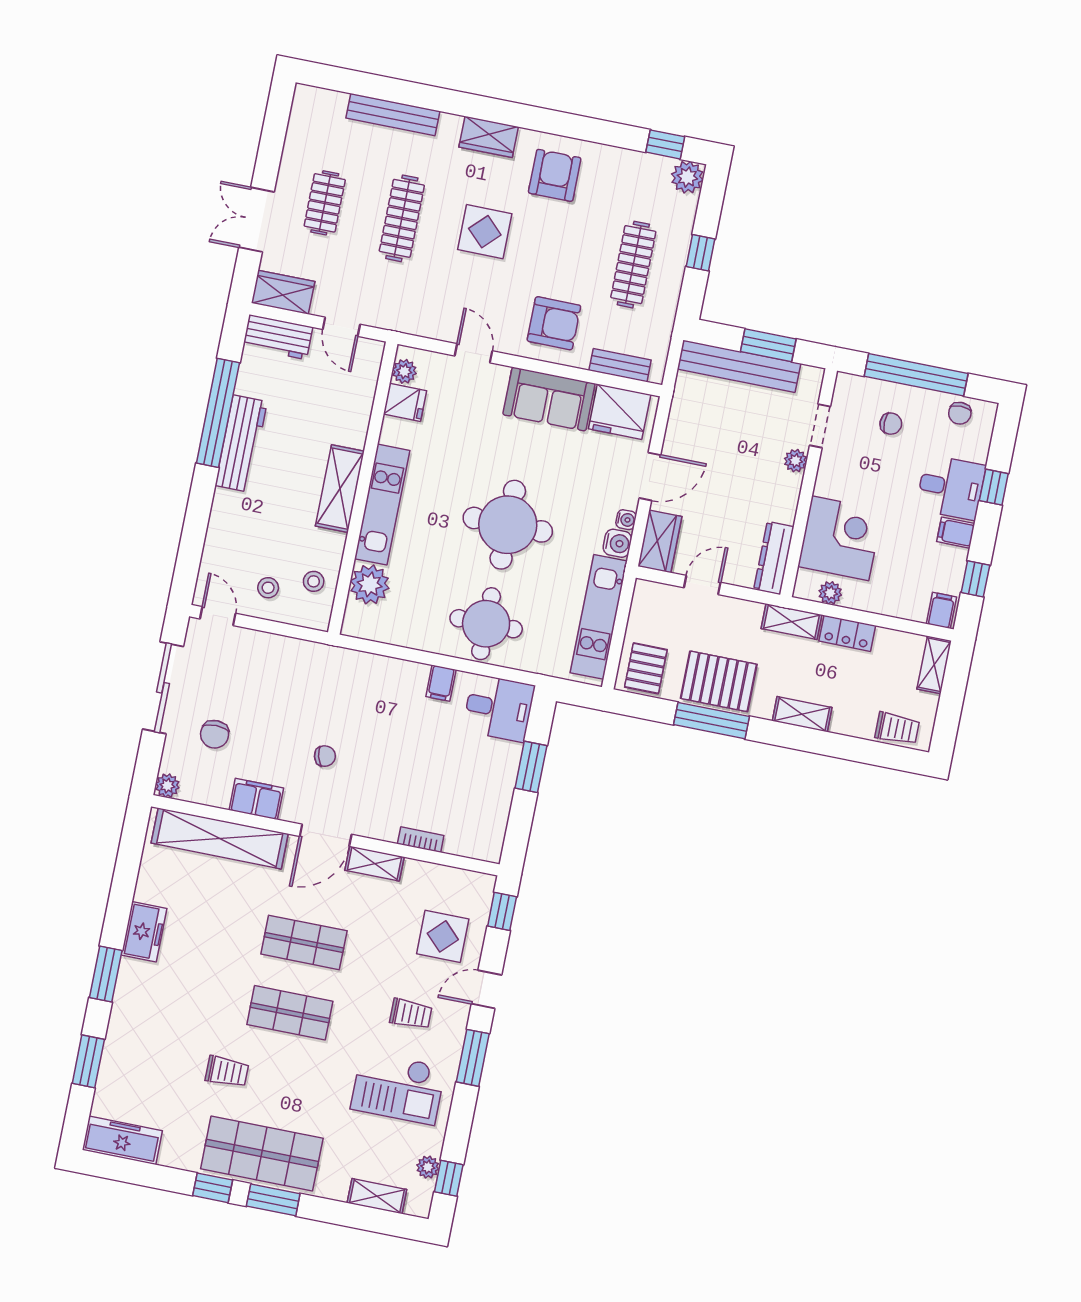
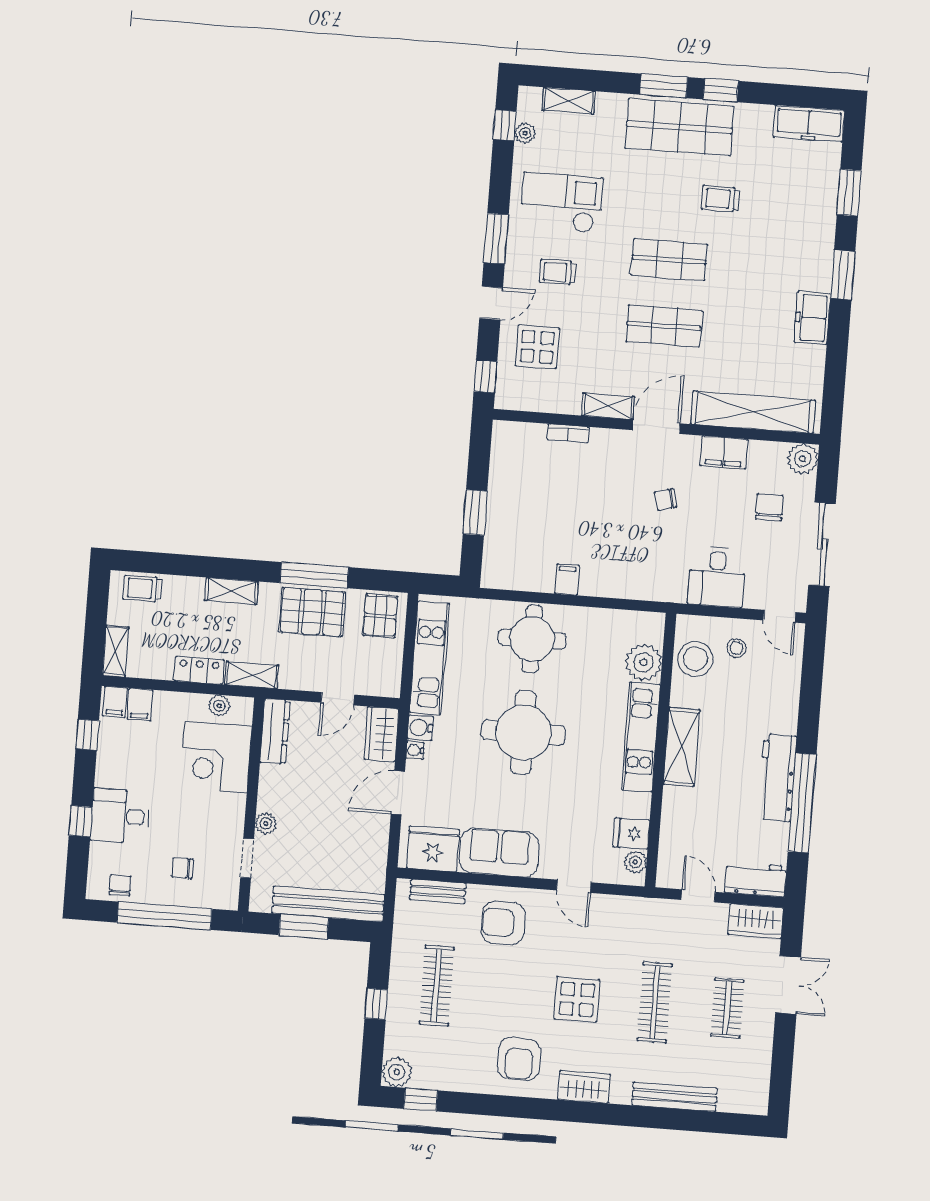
filing cabinet: (956, 533) -> (140, 705), moved, turned 90
stool: (314, 581) -> (695, 659), width x1.89, depth x1.89
desk: (499, 708) -> (717, 577), moved, turned -90
plant: (167, 786) -> (803, 459), width x1.38, depth x1.38

